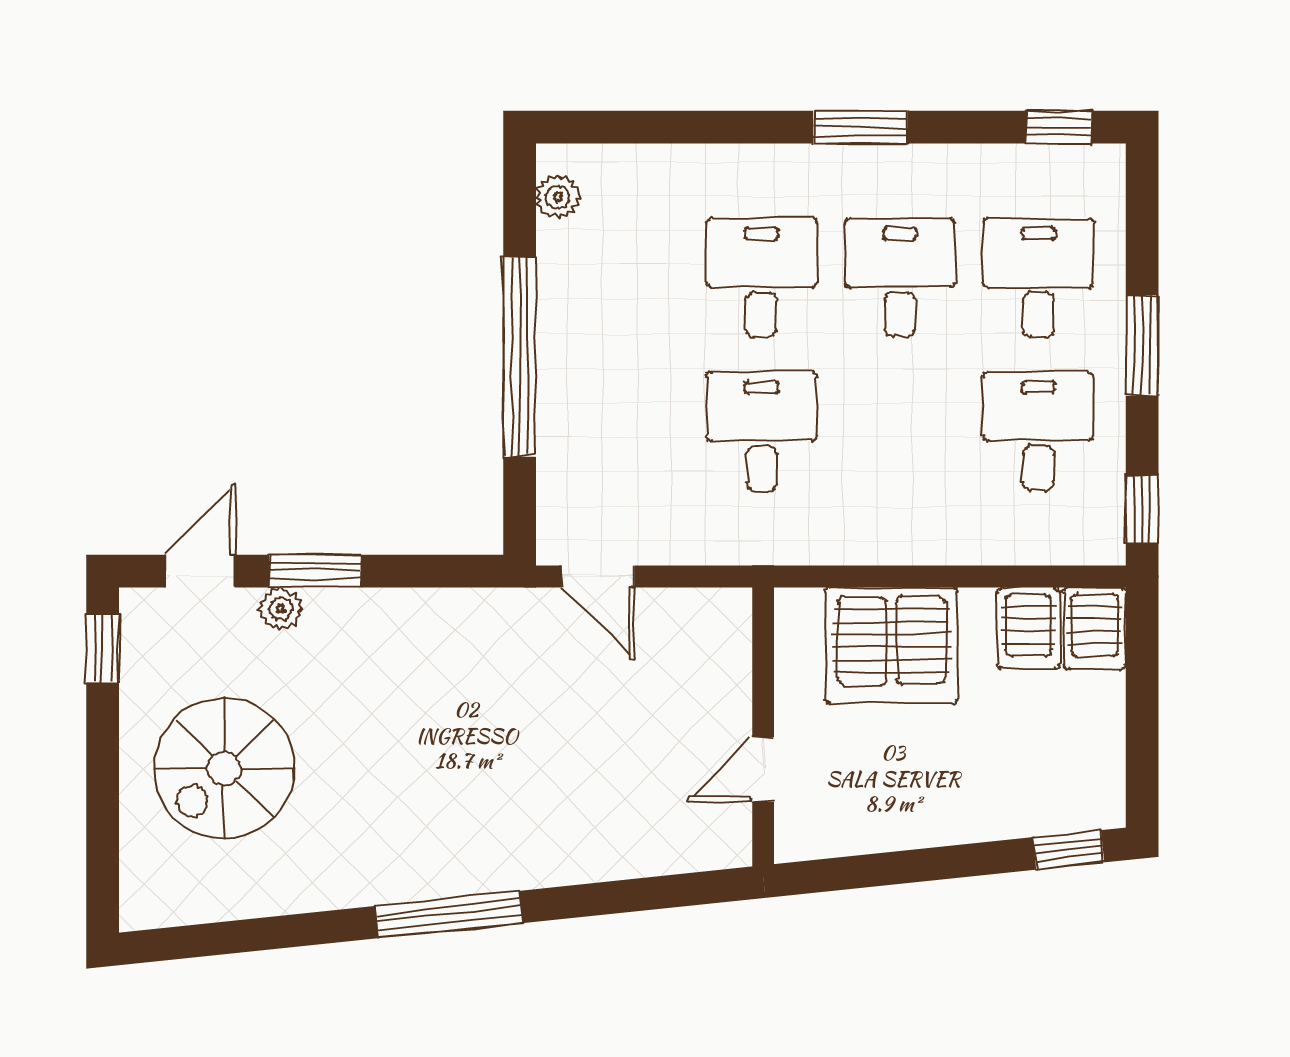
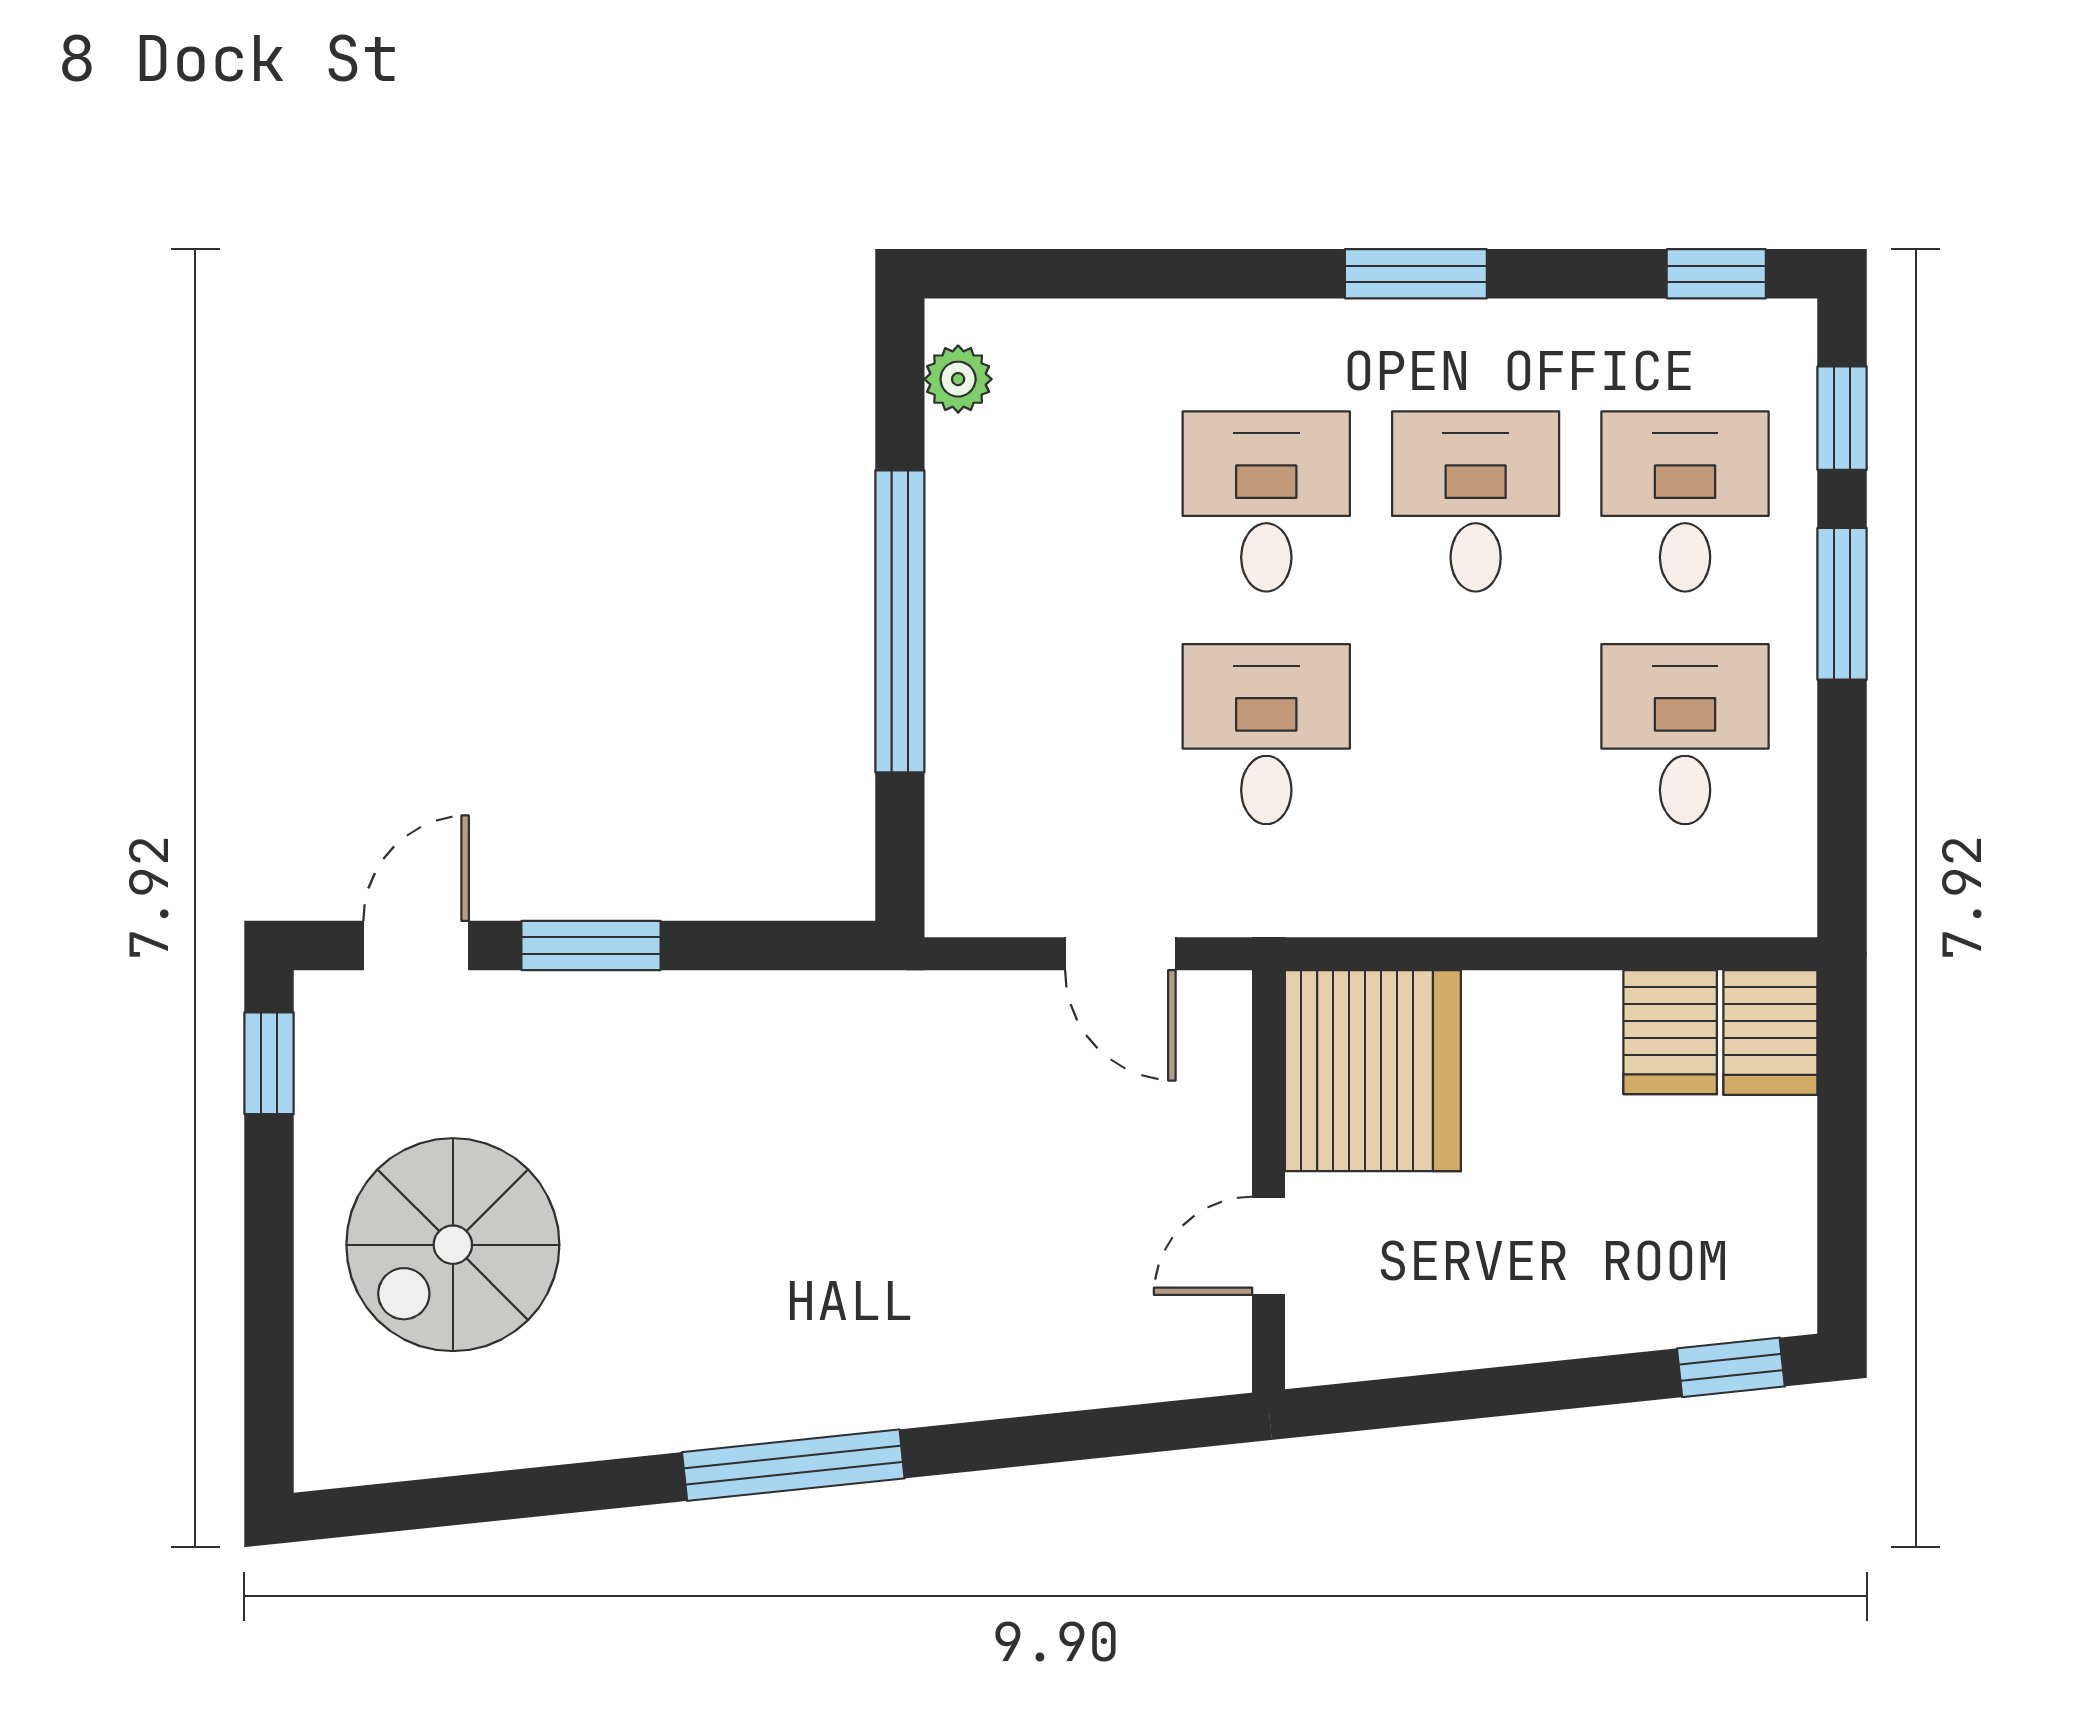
window: (1142, 509) -> (1842, 418), moved
door: (598, 576) -> (1120, 954), moved
plant: (281, 609) -> (538, 1003), removed
server rack: (891, 645) -> (1373, 1071), moved, turned -90

